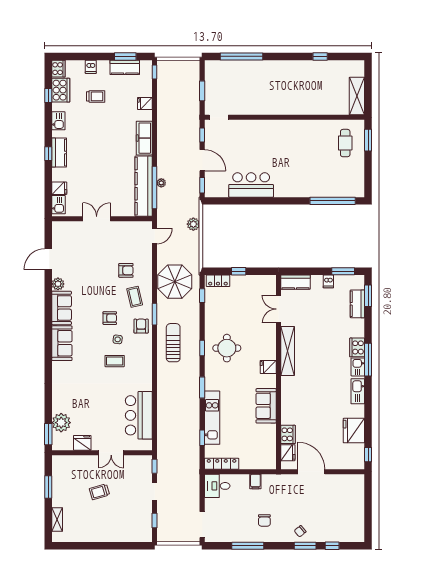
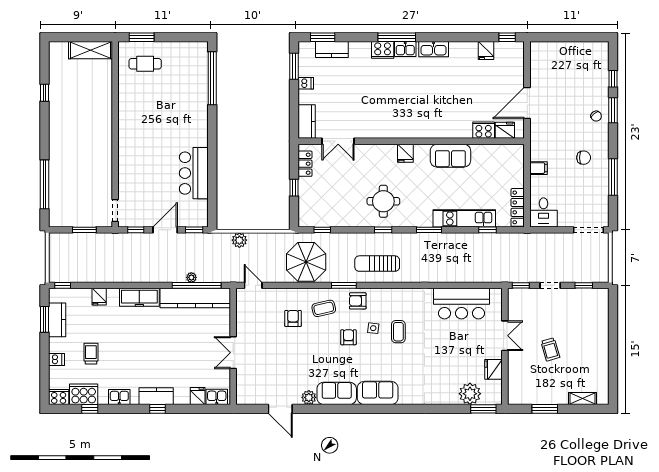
locker: (218, 281) -> (305, 164), moved
shelving: (288, 351) -> (387, 131), removed
fridge: (354, 431) -> (486, 51), width x0.53, depth x0.75

